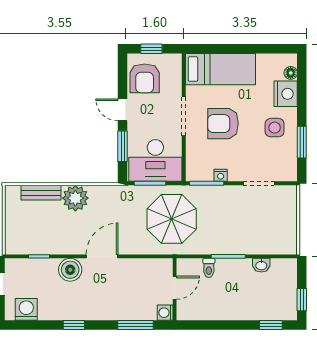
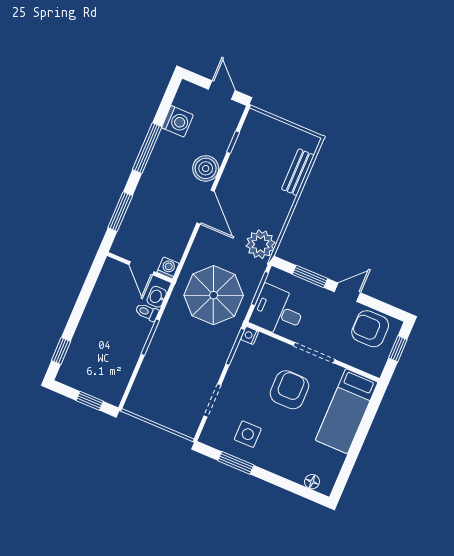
nightstand: (286, 94) -> (293, 467), removed
side table: (275, 128) -> (248, 434), moved
desk: (155, 161) -> (278, 311), width x0.73
nightstand: (221, 175) -> (250, 335), moved
plant: (75, 198) -> (261, 244), moved
washbasin: (261, 265) -> (157, 297), moved
window: (302, 300) -> (90, 401), moved
washing machine: (26, 309) -> (177, 121), moved
washing machine: (165, 313) -> (168, 268), moved
window: (74, 325) -> (147, 148), width x2.17

